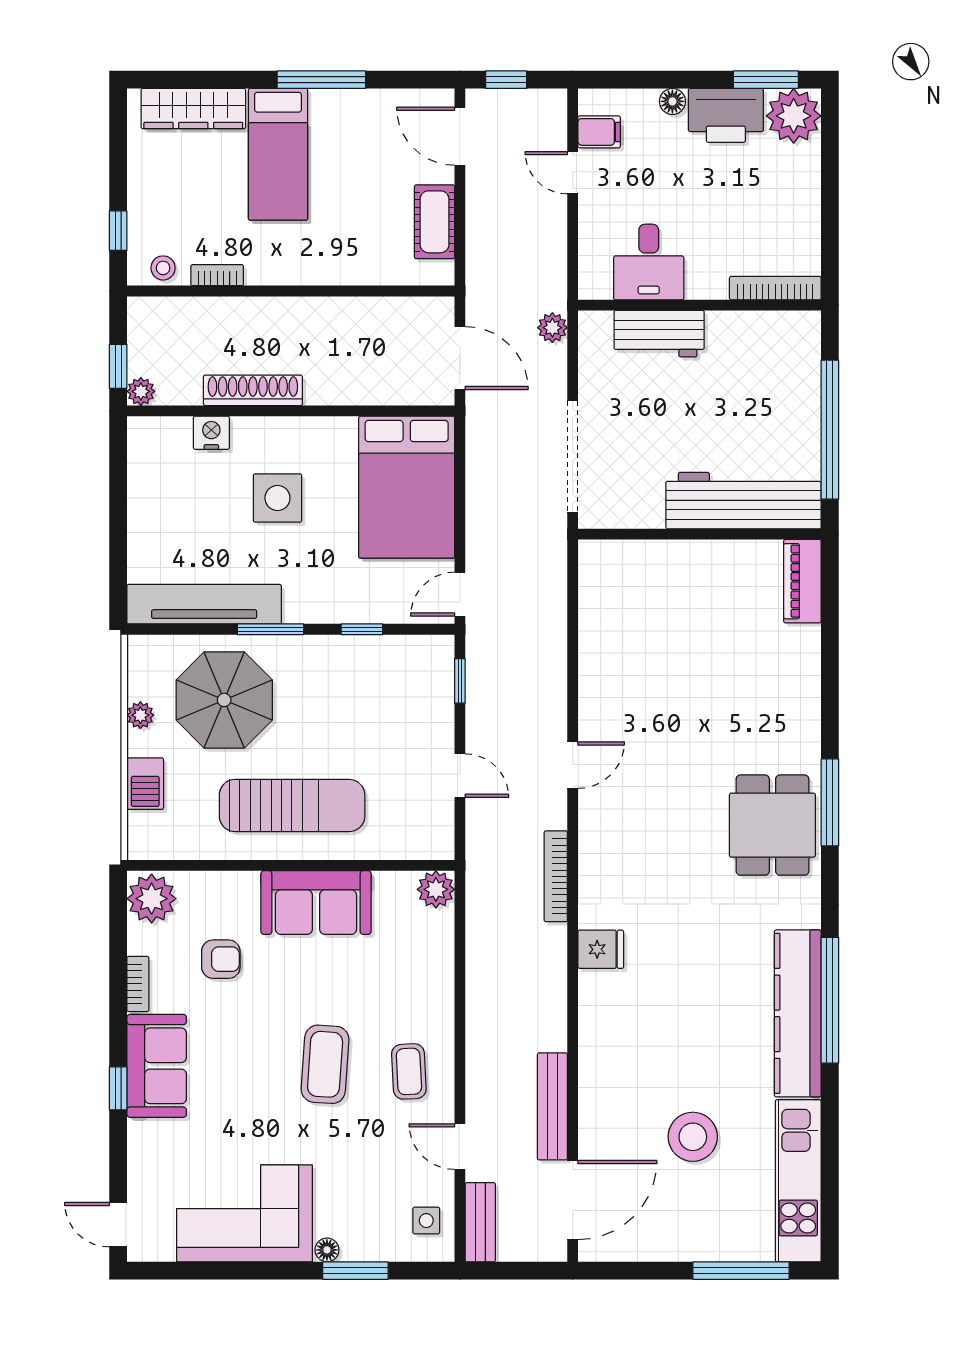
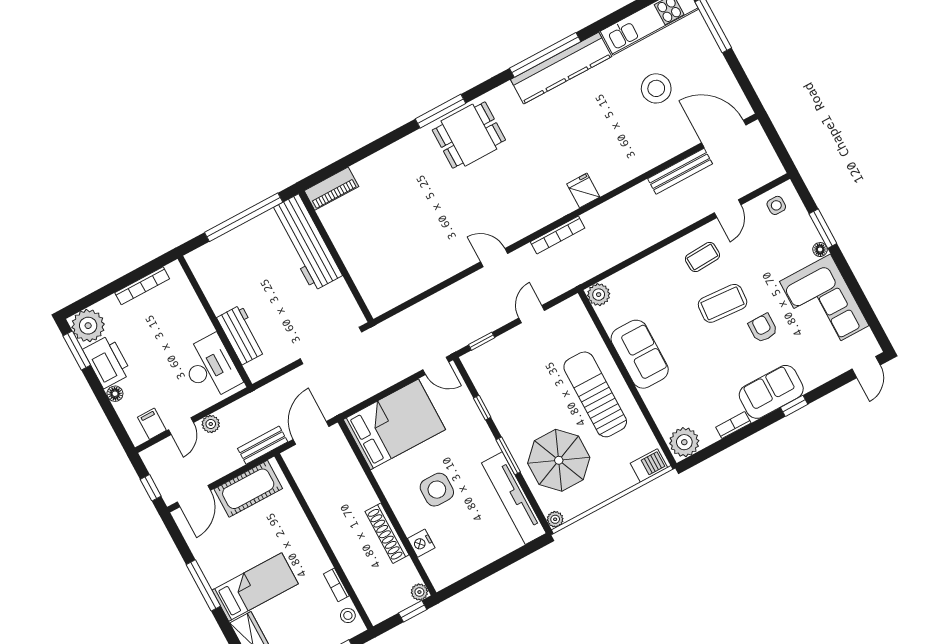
cot: (435, 222) -> (248, 489), width x1.37, depth x1.34
desk: (649, 262) -> (210, 367), width x1.37
bookcase: (775, 288) -> (142, 286), moved, turned -90
plant: (552, 328) -> (211, 424), moved
plant: (140, 715) -> (555, 519), moved
barbecue: (145, 784) -> (649, 466), moved
armchair: (221, 959) -> (763, 328), moved
bench: (480, 1222) -> (263, 445), moved

